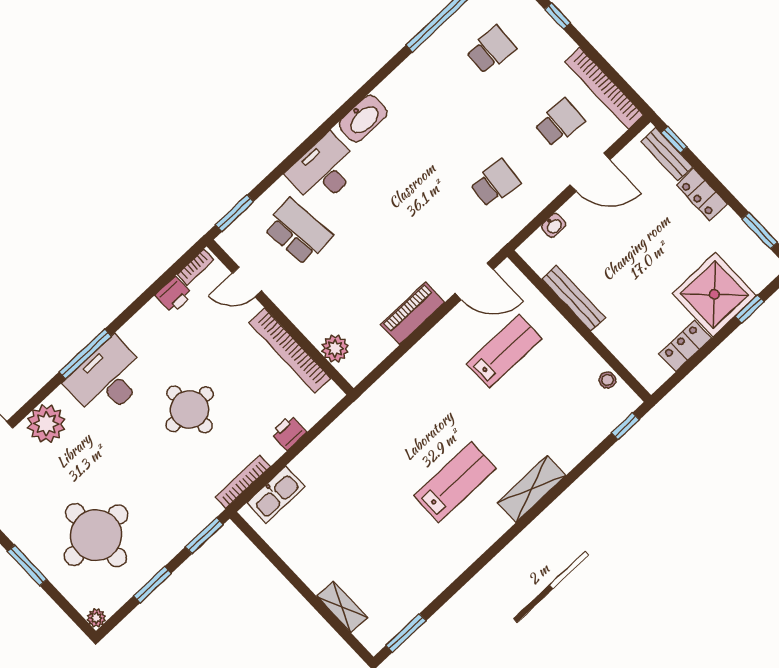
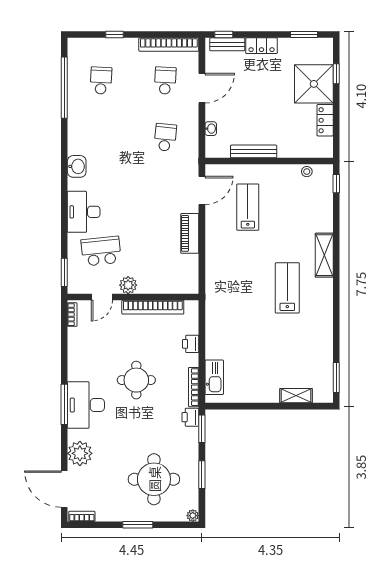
washbasin: (363, 118) -> (77, 166), width x0.72
printer: (174, 295) -> (190, 417), moved, turned 180
plant: (335, 348) -> (128, 285), moved

